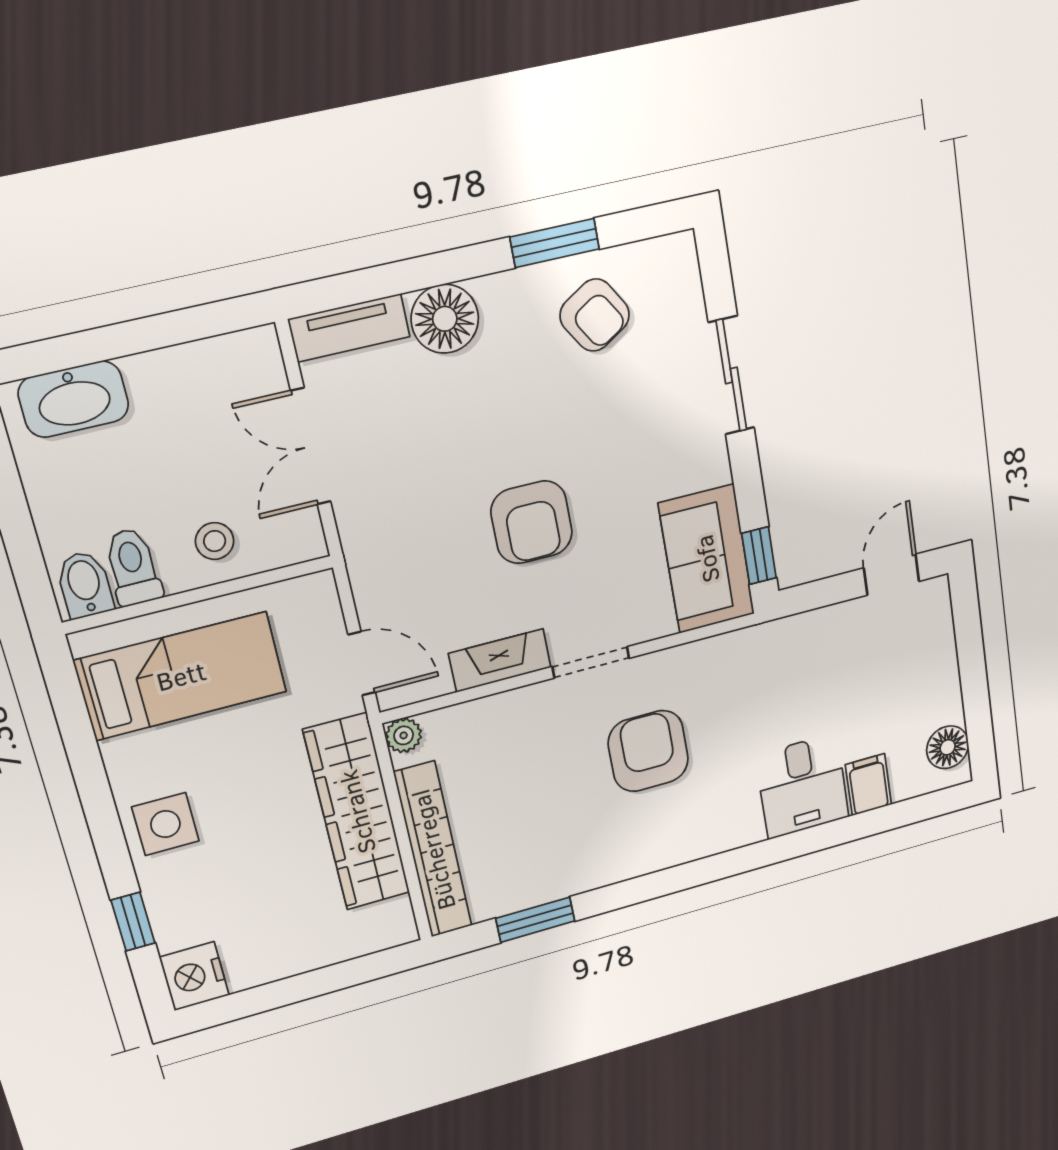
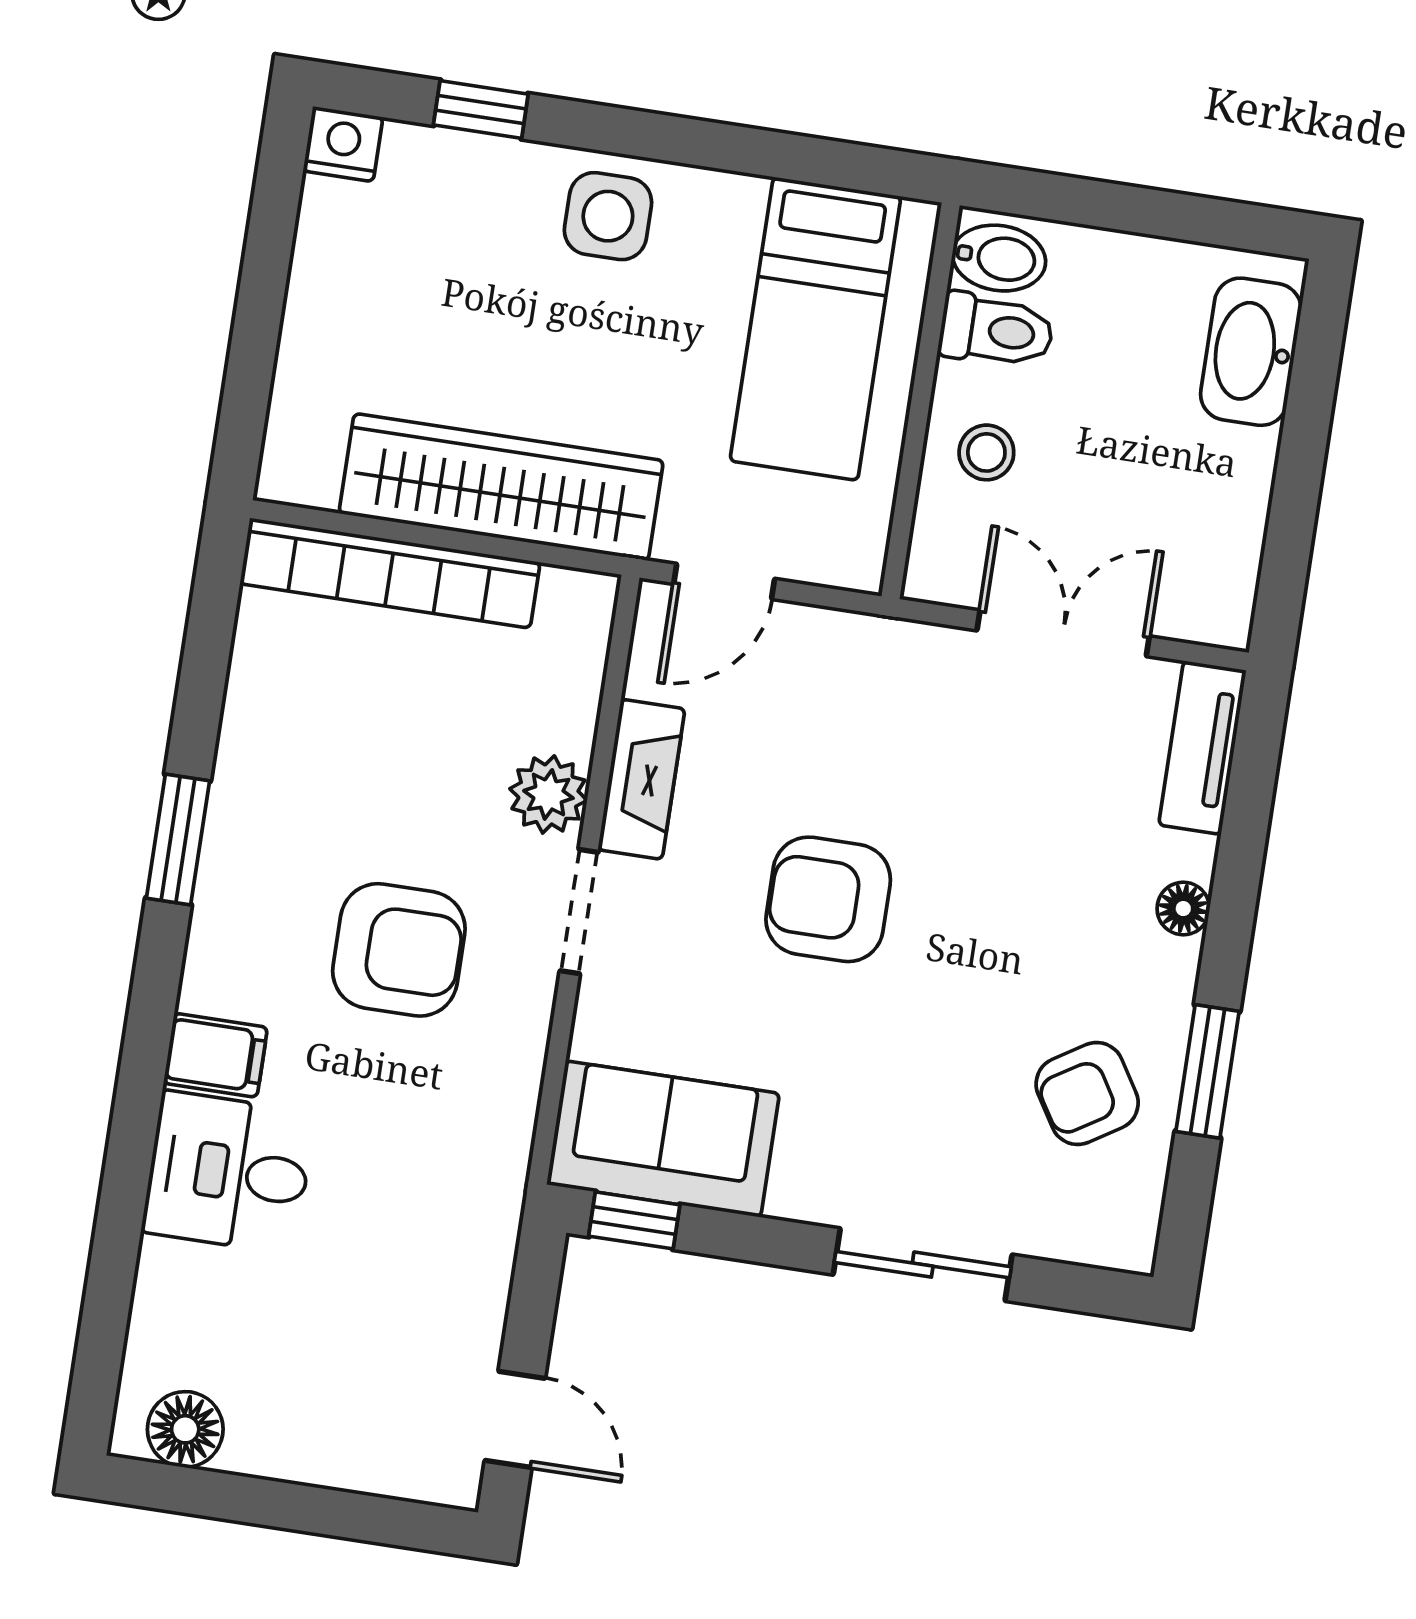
floor lamp: (445, 319) -> (1183, 909), width x0.53, depth x0.53
plant: (404, 735) -> (548, 794), moved, width x1.38, depth x1.38
filing cabinet: (868, 785) -> (215, 1055), moved
window: (535, 920) -> (178, 839), moved
nightstand: (194, 976) -> (343, 144), width x0.74, depth x0.75

